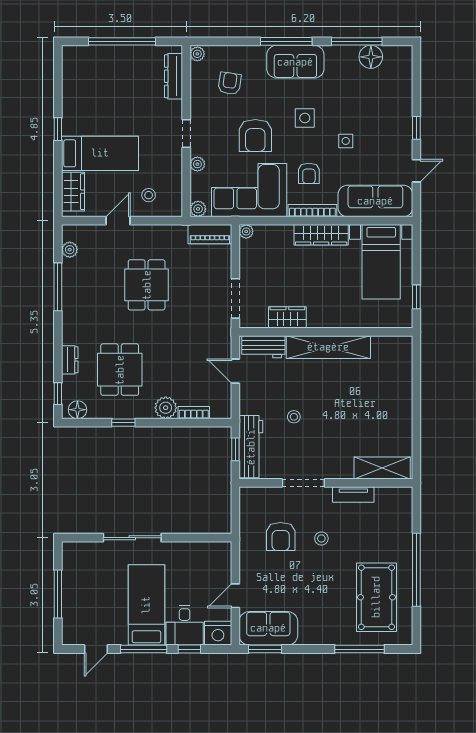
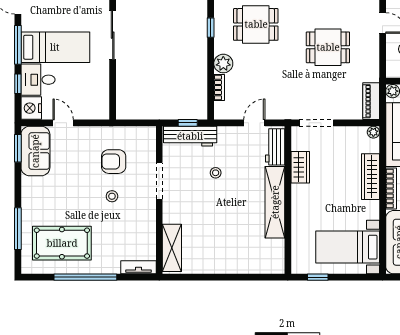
wardrobe: (321, 235) -> (371, 177), moved
tv unit: (353, 495) -> (139, 267), moved, turned 90

